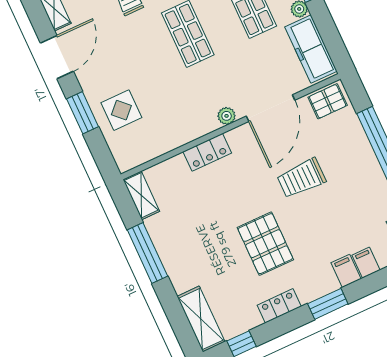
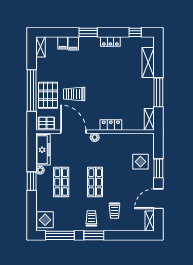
door: (271, 108) -> (73, 132), hinge flipped
trolley: (301, 178) -> (74, 94), turned 180
pallet: (265, 244) -> (48, 95), moved
shelving: (201, 319) -> (148, 62), moved

